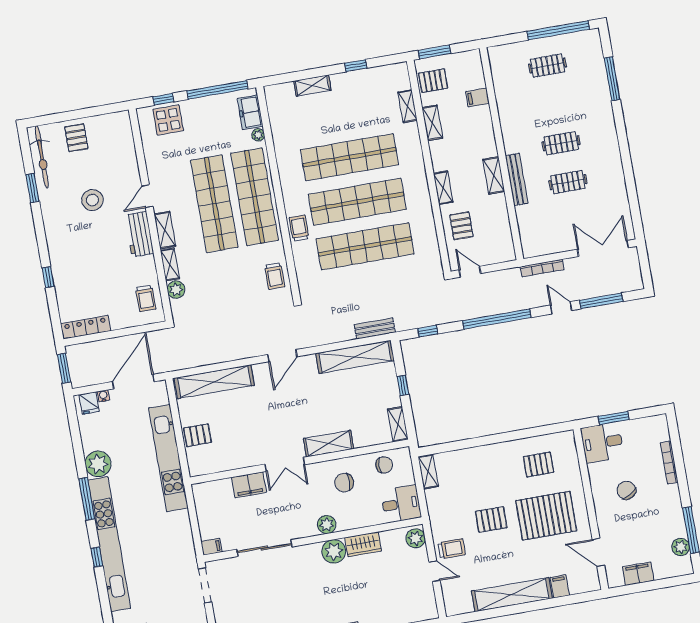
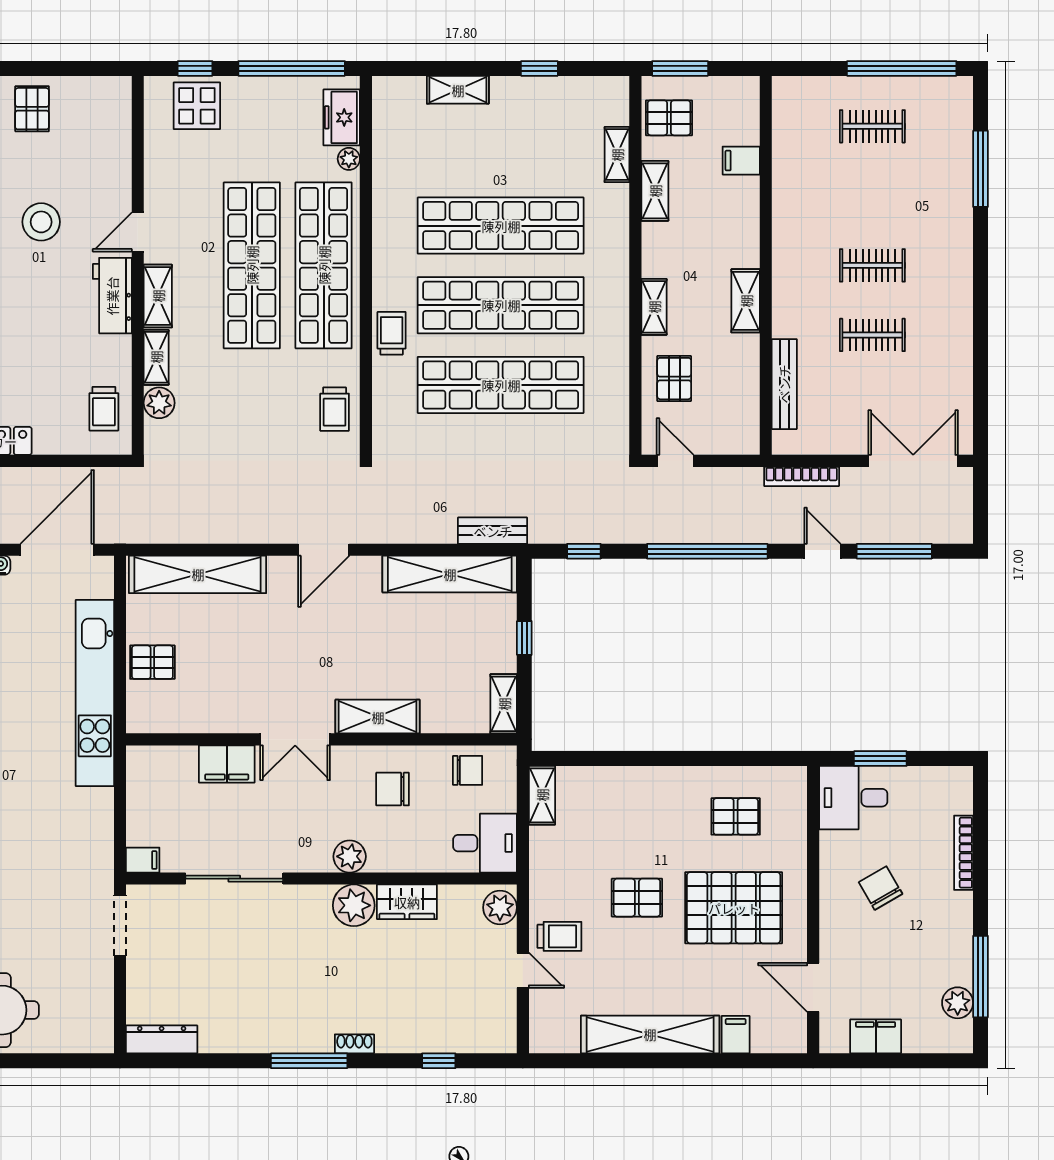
bench: (517, 179) -> (784, 384), moved

